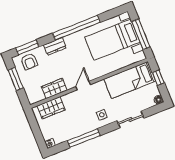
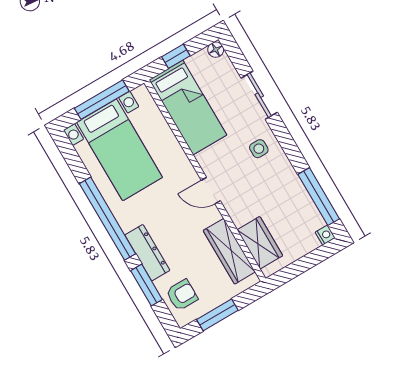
dresser: (55, 46) -> (147, 253), width x1.44
window: (27, 47) -> (147, 285), moved
wardrobe: (54, 88) -> (229, 251), width x1.50
window: (84, 138) -> (319, 197), moved

